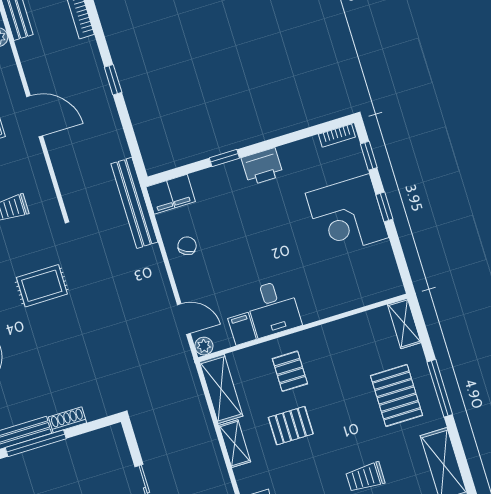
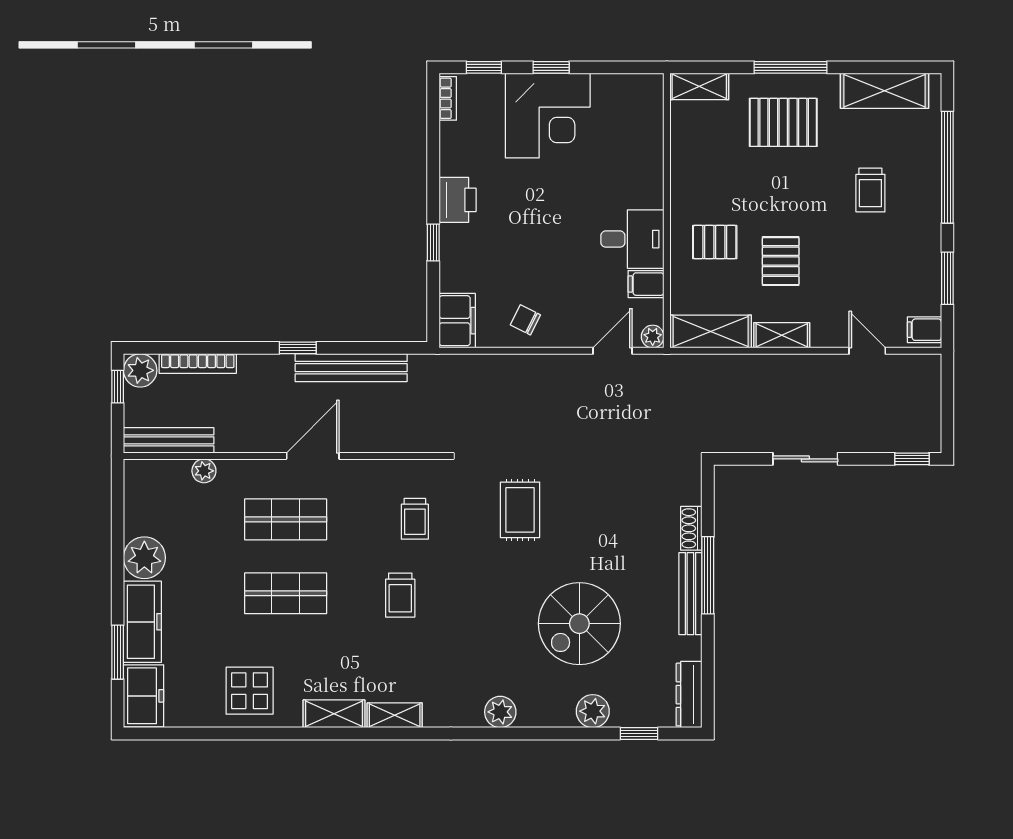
bench: (134, 203) -> (351, 368), moved

